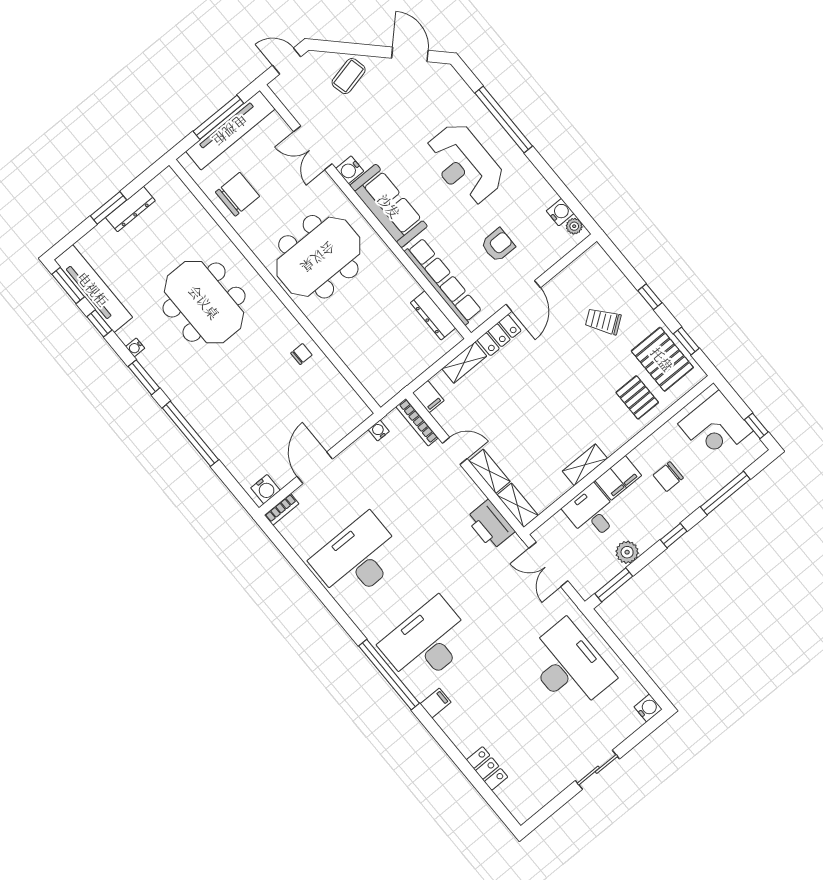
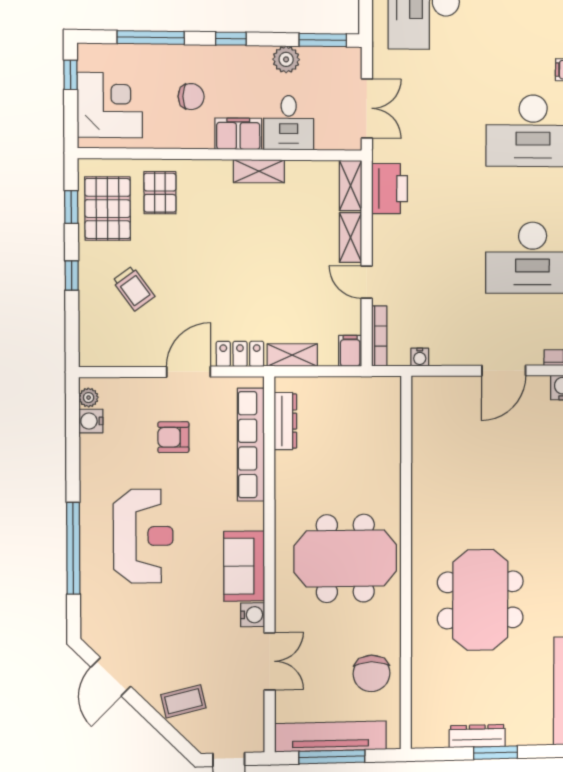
chair: (237, 194) -> (371, 673), turned -90
sofa: (389, 206) -> (244, 566), width x0.73
chair: (301, 354) -> (432, 483), removed

